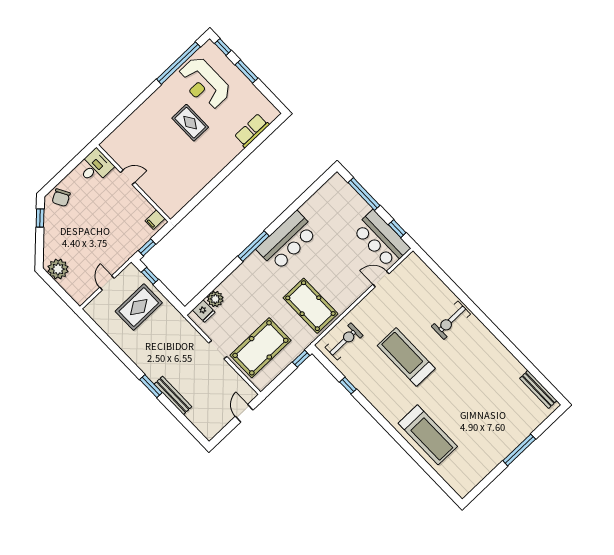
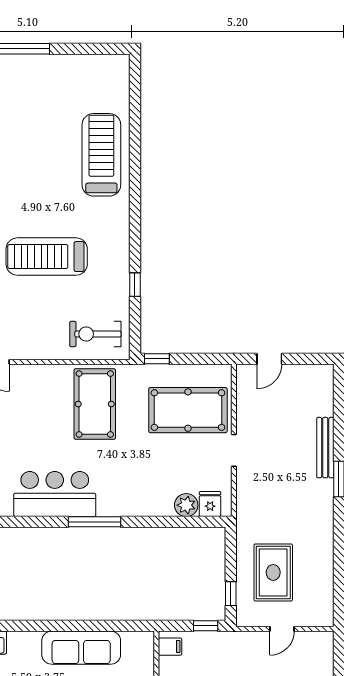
sofa: (199, 176) -> (81, 648), added
rug: (139, 307) -> (273, 572), turned 90
treadmill: (406, 357) -> (47, 257), turned 90

